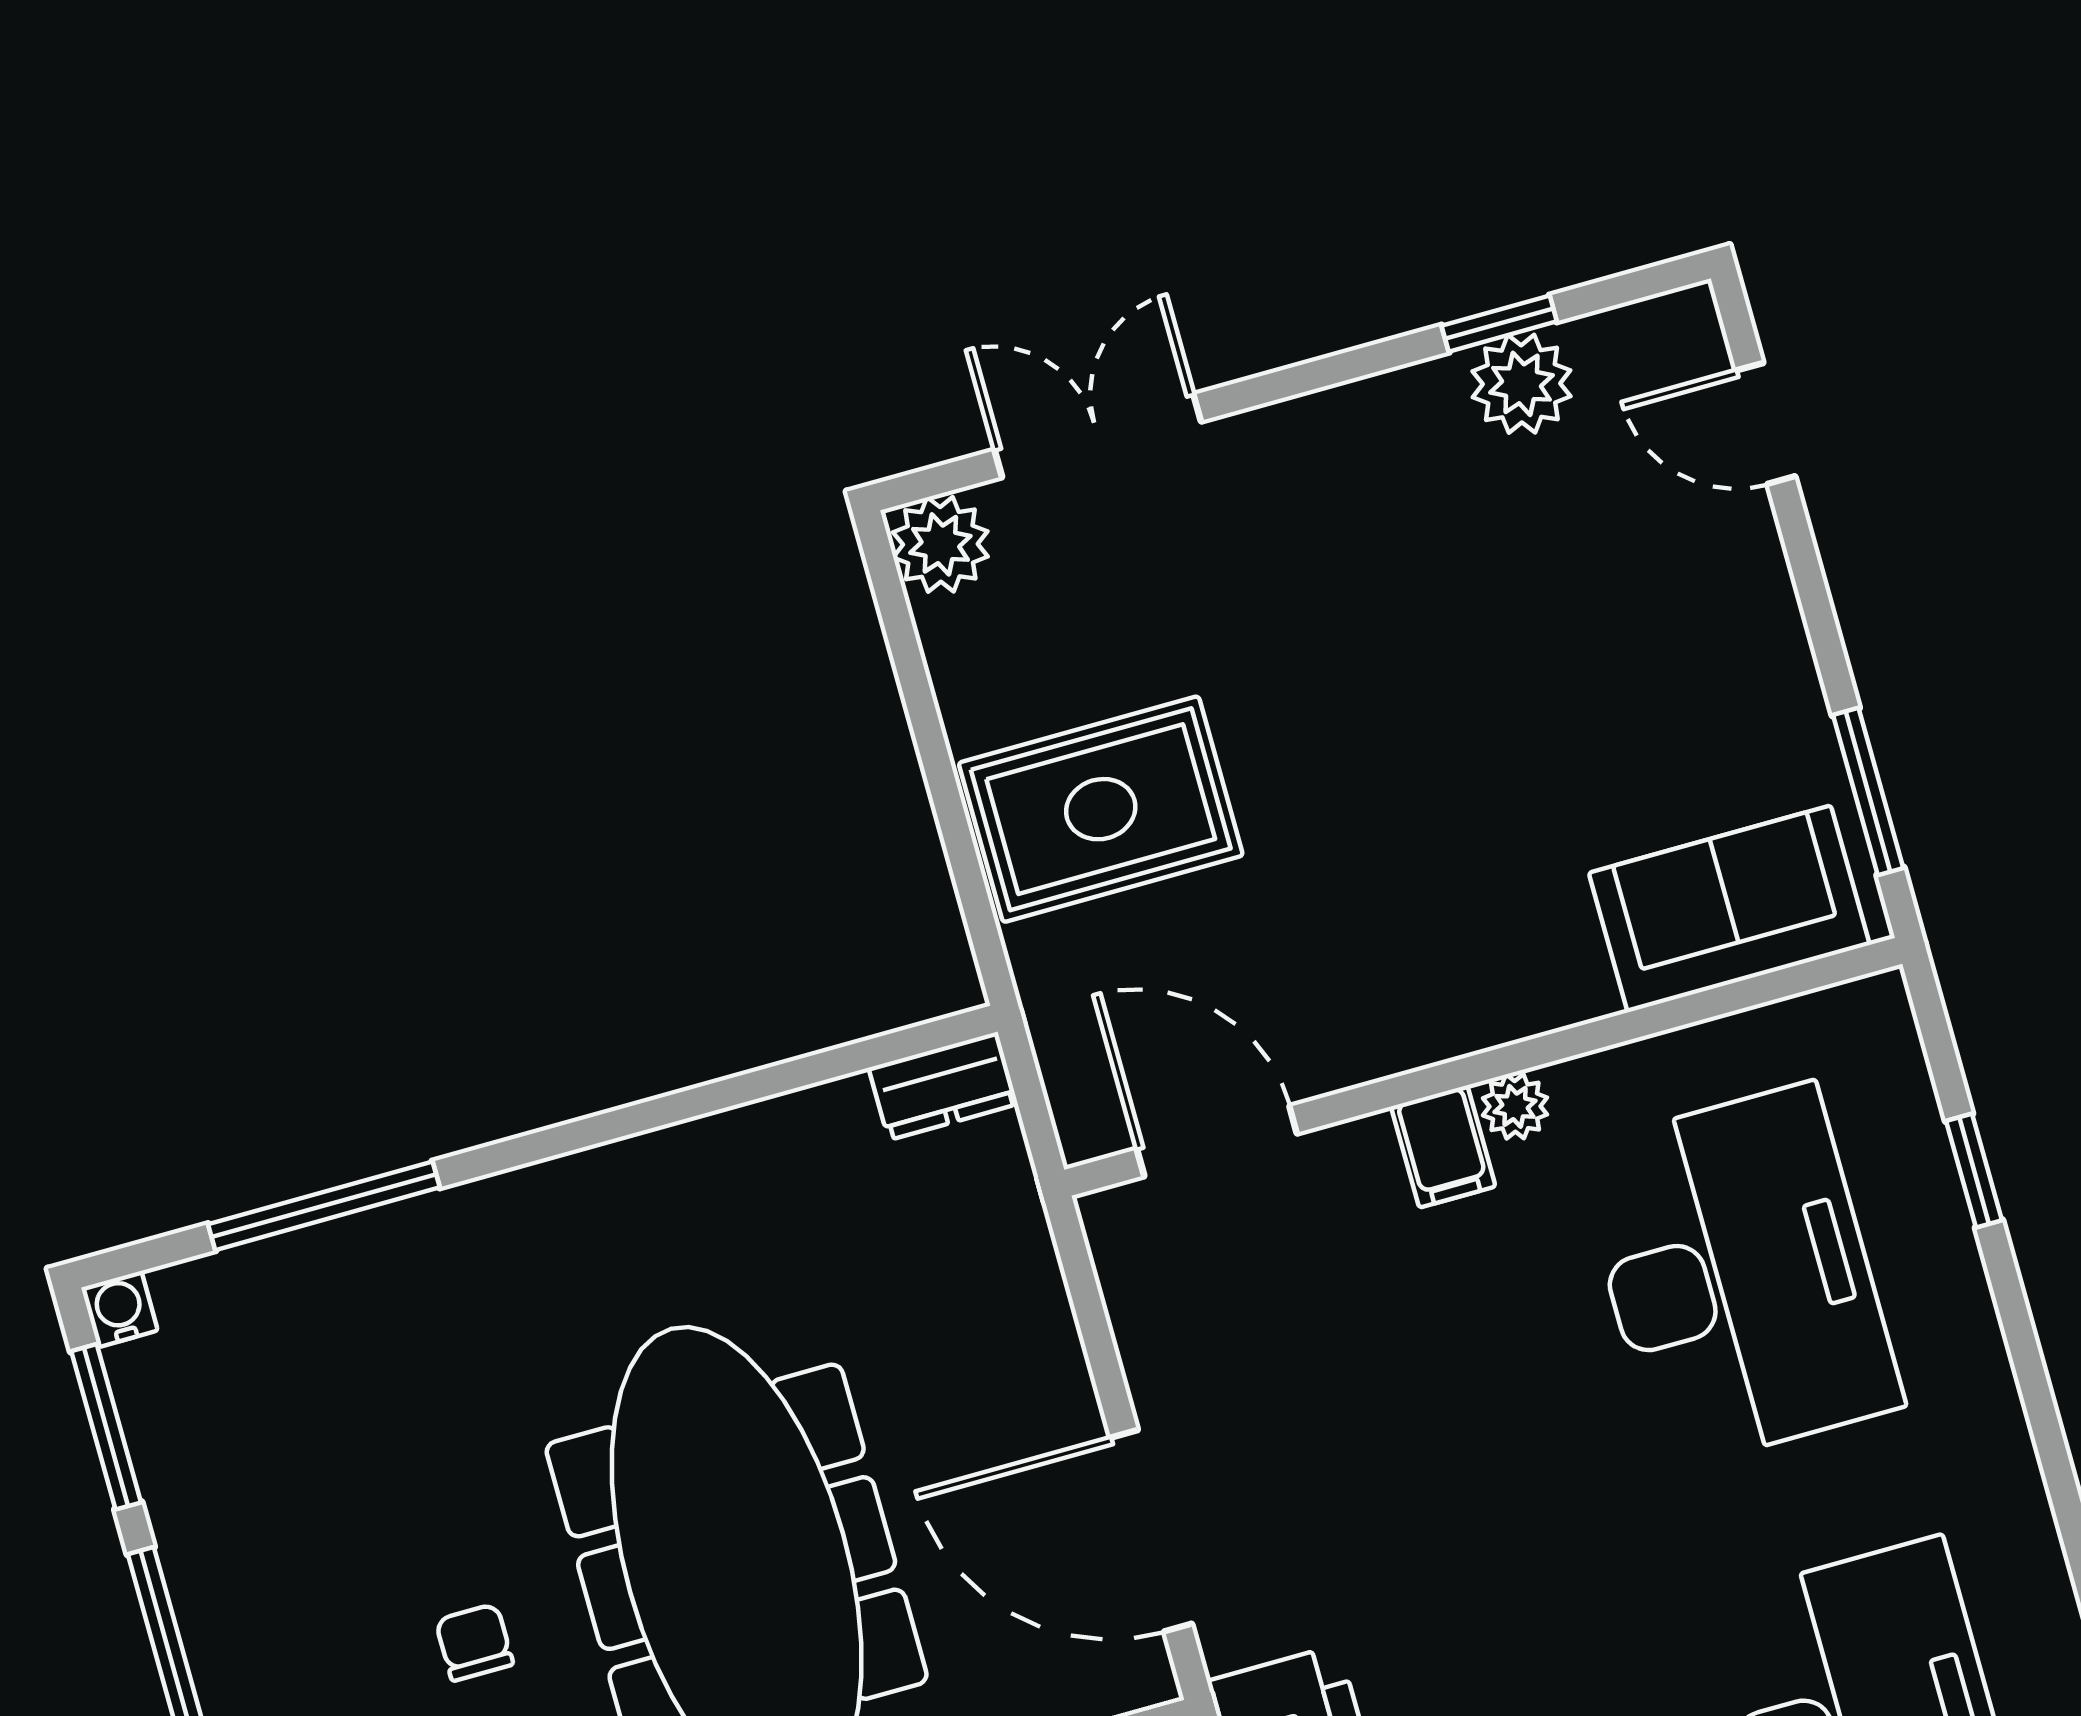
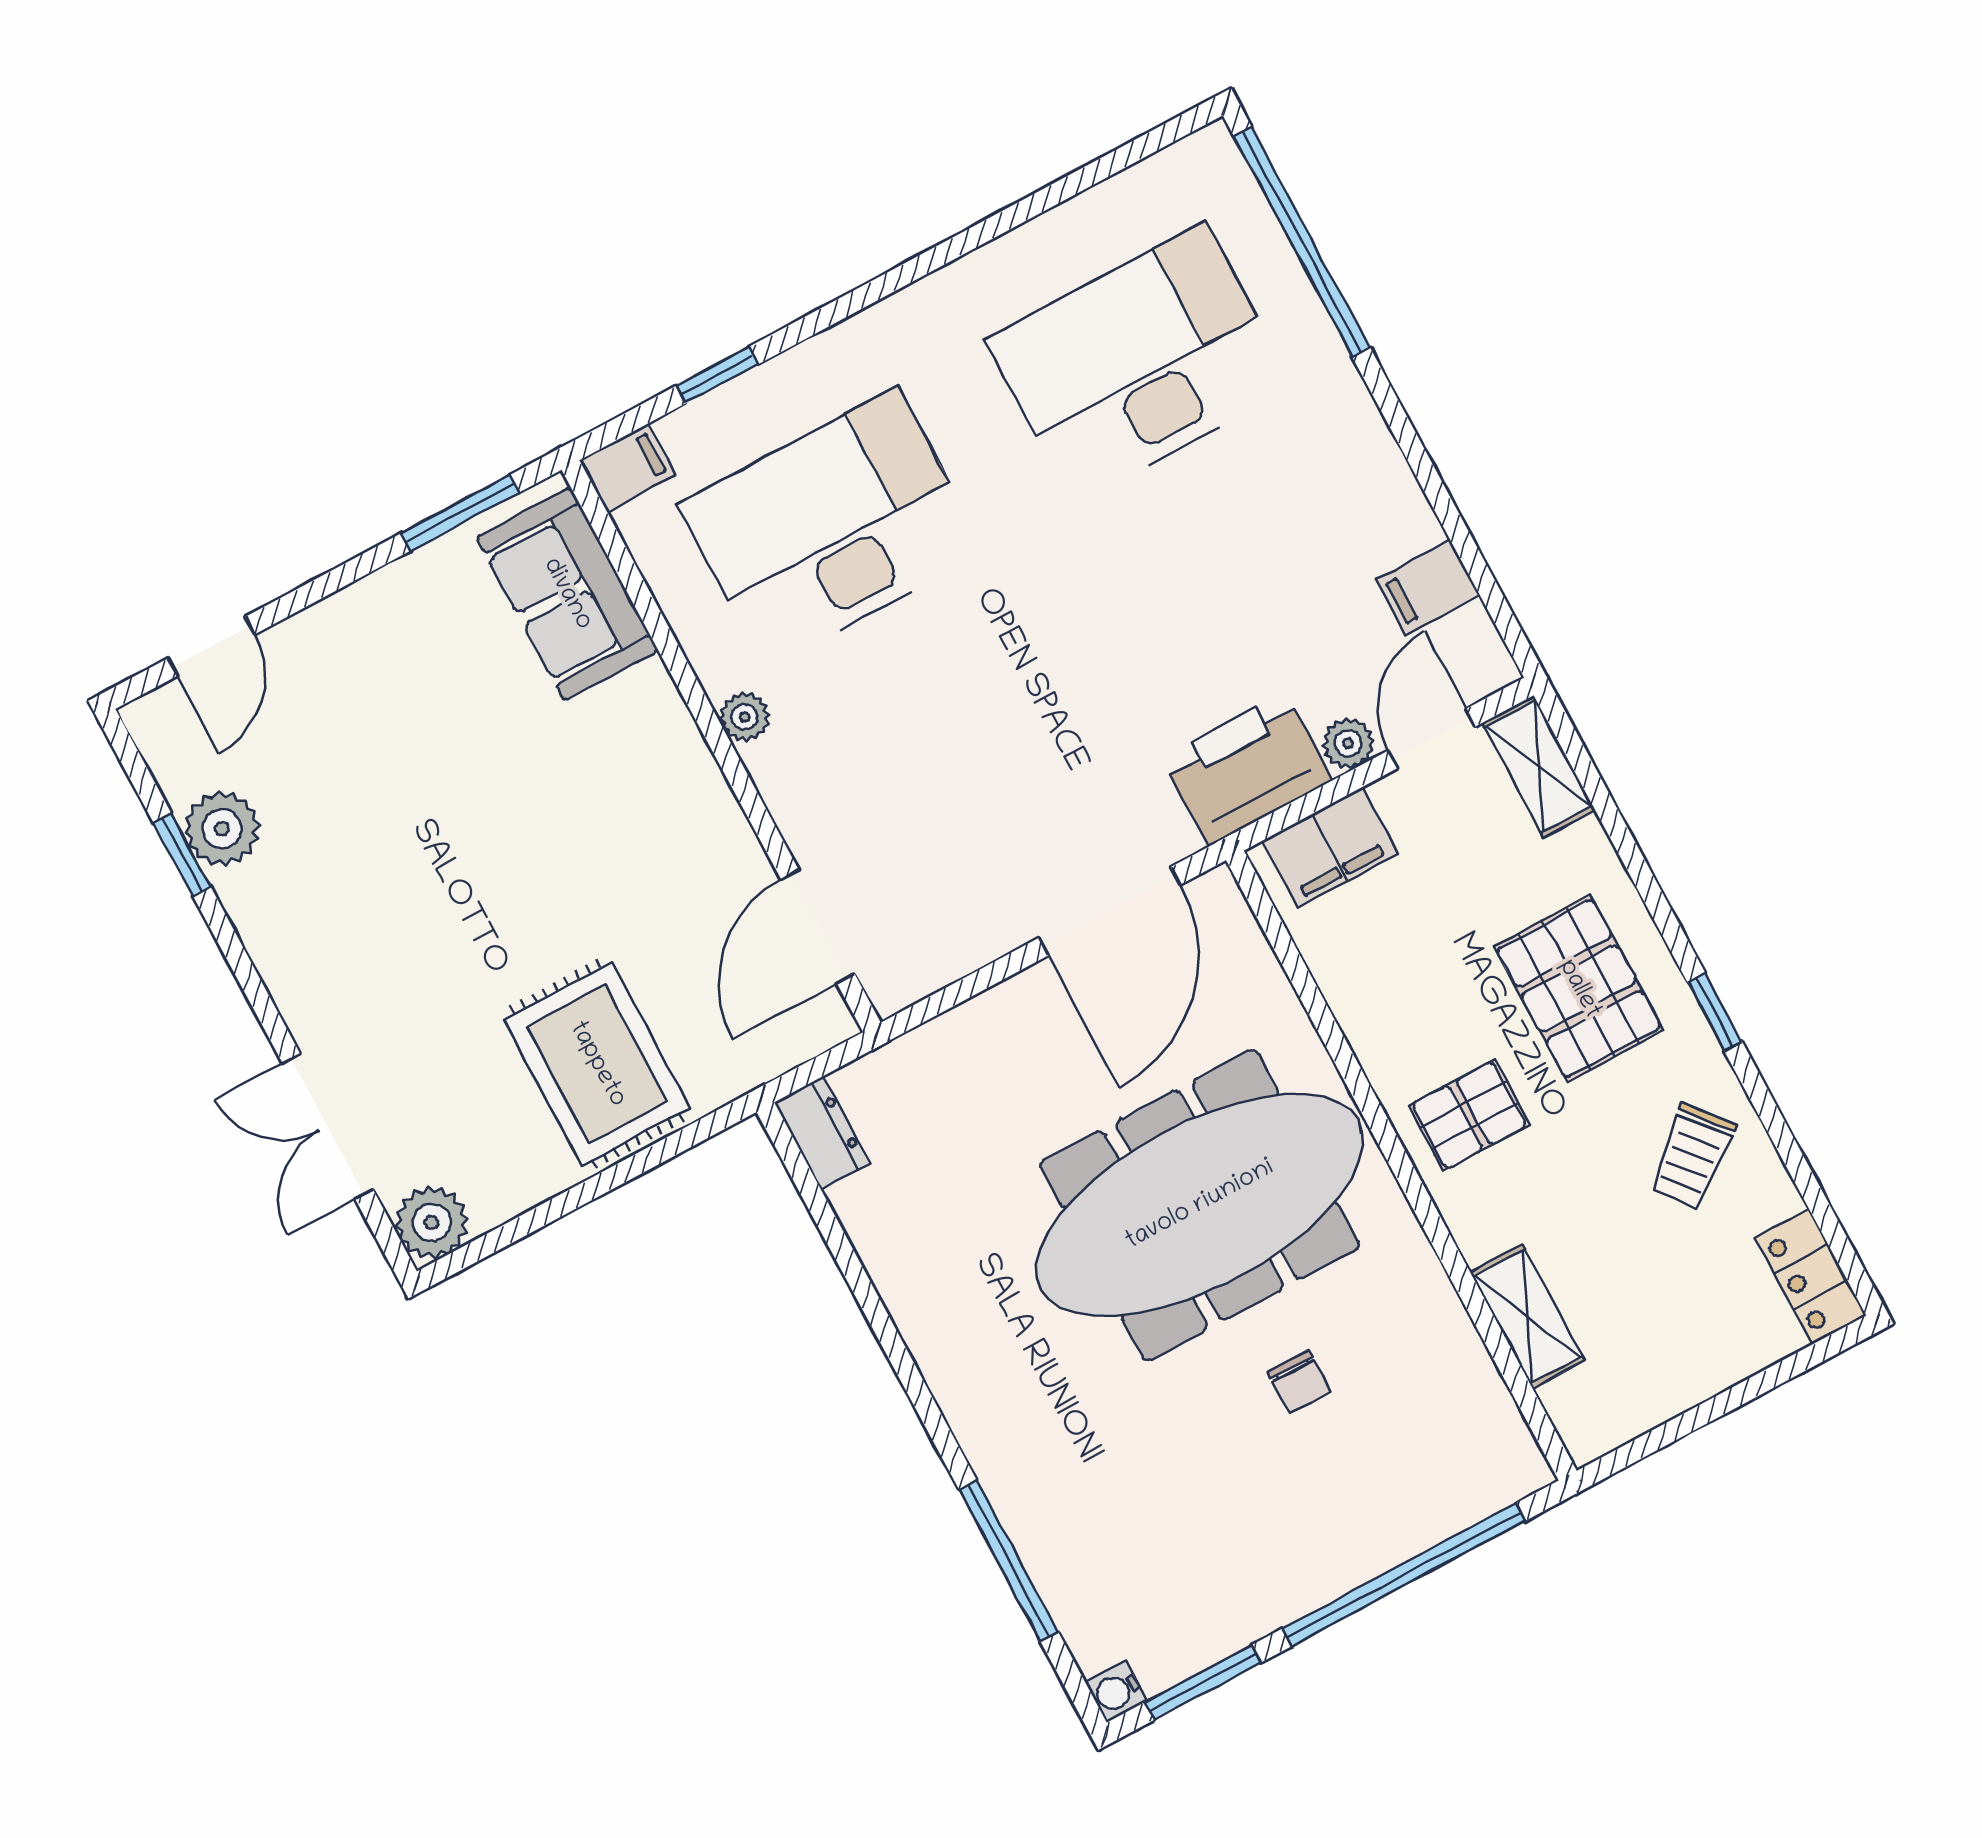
filing cabinet: (1443, 1147) -> (627, 468), moved
chair: (474, 1642) -> (1299, 1382), turned -90

